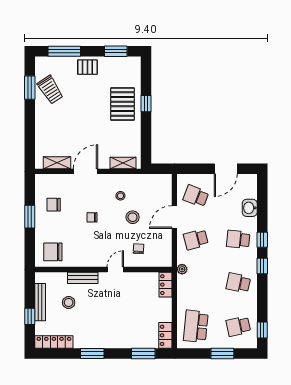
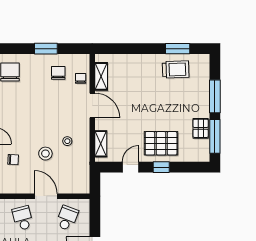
window: (64, 51) -> (215, 96), moved
window: (116, 51) -> (215, 136), width x1.44
pallet: (87, 67) -> (201, 128), moved
trolley: (50, 90) -> (176, 69), turned -149
door: (146, 134) -> (131, 167), added
chair: (92, 217) -> (81, 78), moved

